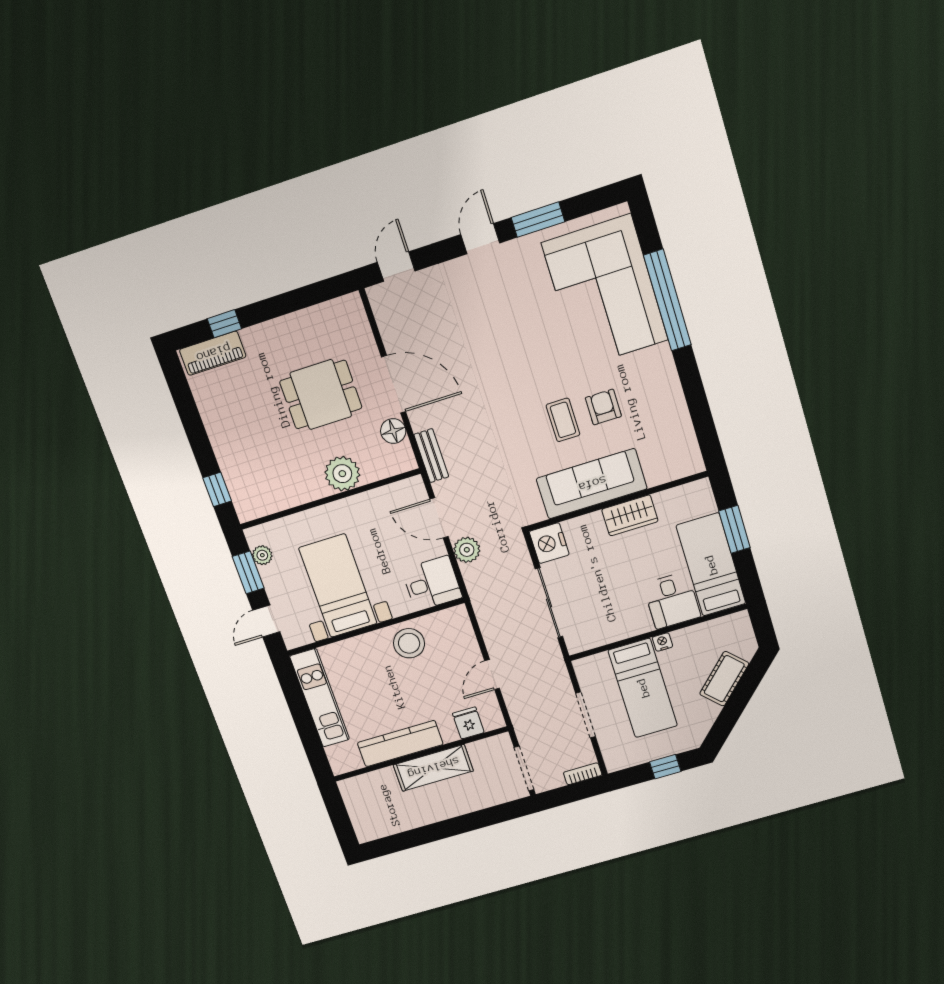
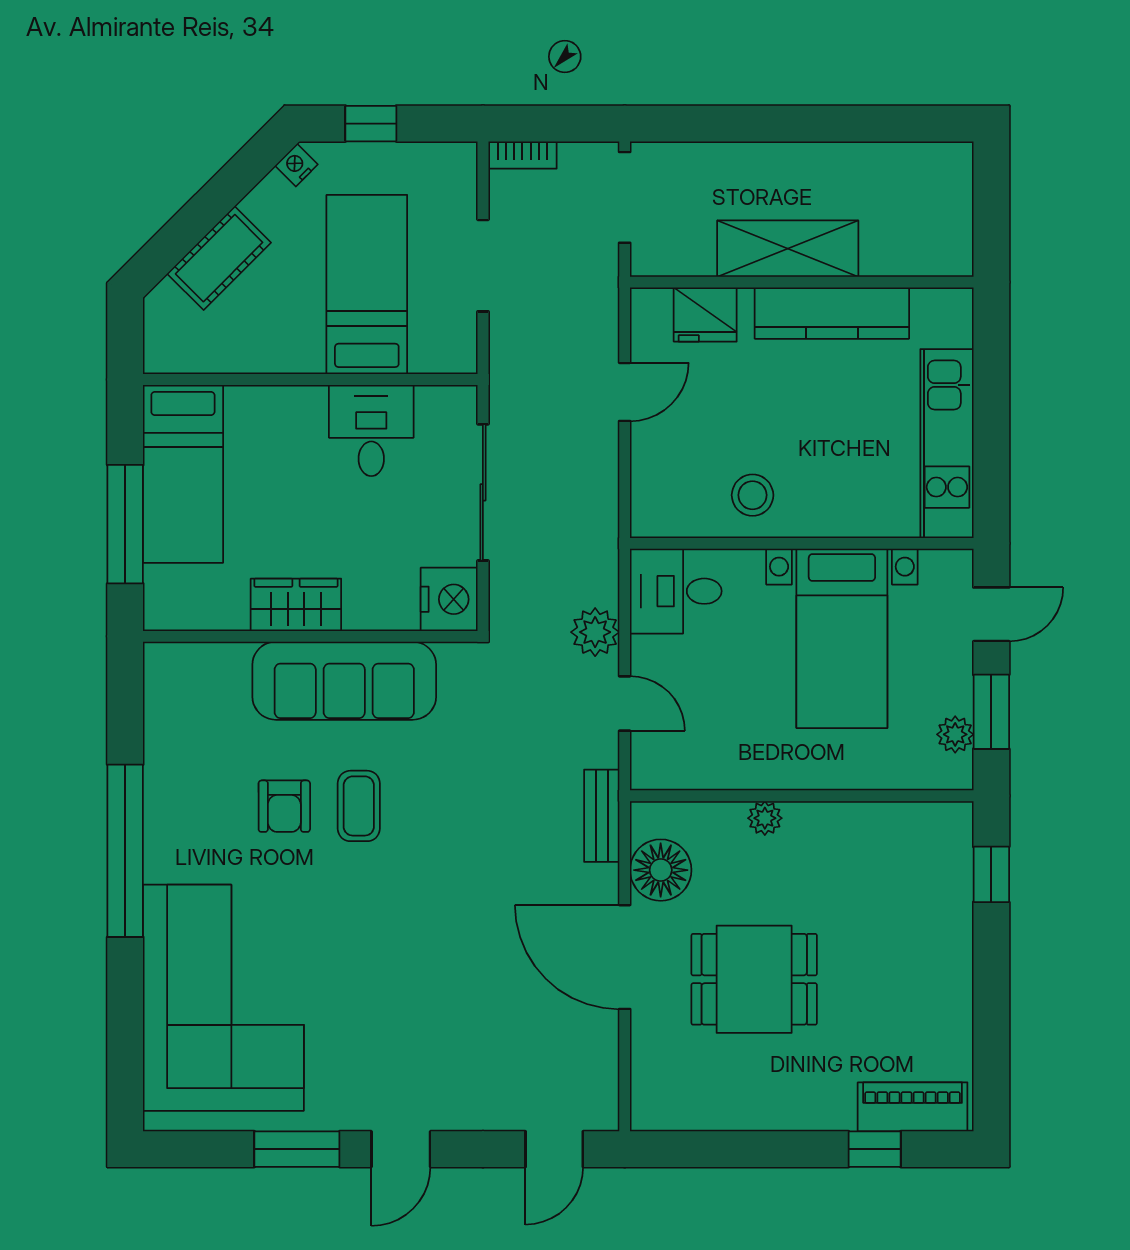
window: (667, 300) -> (125, 851), moved
floor lamp: (393, 431) -> (661, 870), width x1.38, depth x1.38
plant: (342, 474) -> (765, 818), width x0.53, depth x0.53
door: (439, 518) -> (625, 704), width x0.73
window: (734, 529) -> (125, 524), width x1.44
desk: (672, 600) -> (371, 430), moved
nightstand: (662, 642) -> (296, 165), moved, turned 135
stool: (409, 643) -> (753, 495), width x0.73, depth x0.73
fridge: (468, 723) -> (705, 315), width x1.38

